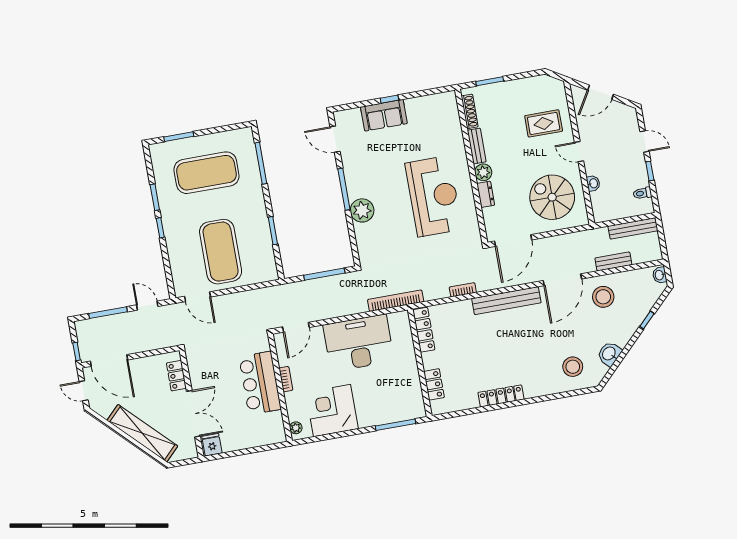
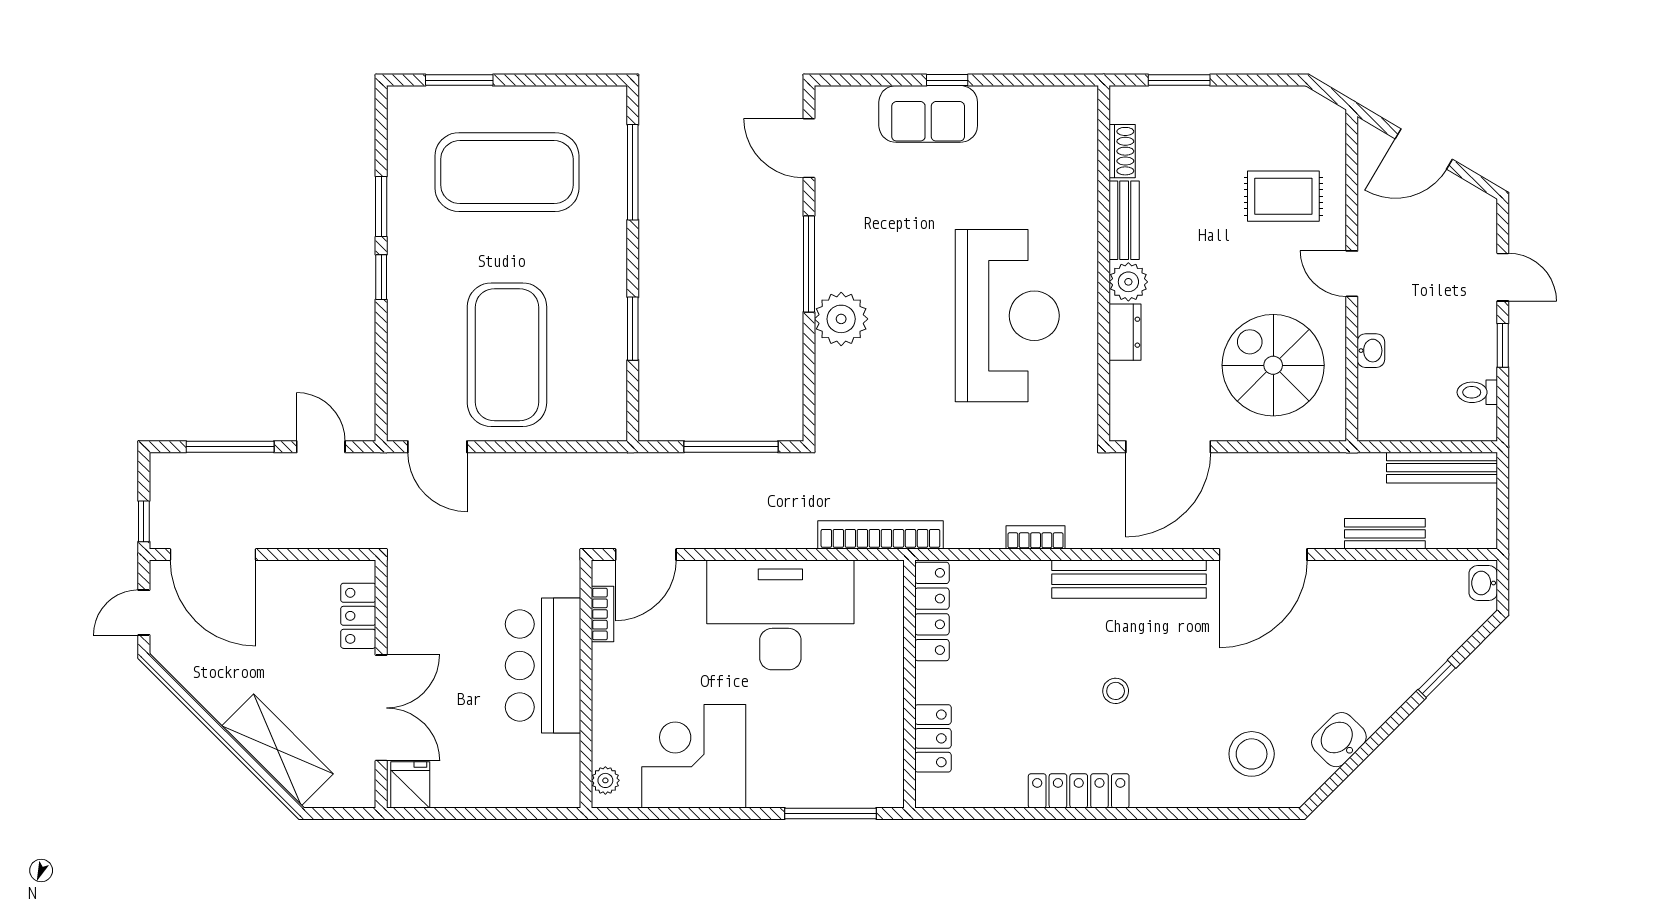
shoe rack: (470, 111) -> (1122, 151), width x0.70
stool: (603, 297) -> (1116, 691), moved, width x0.53, depth x0.53
bookcase: (286, 379) -> (603, 614), moved
door: (84, 391) -> (144, 613), hinge flipped
shelving: (142, 433) -> (277, 750), width x0.68

